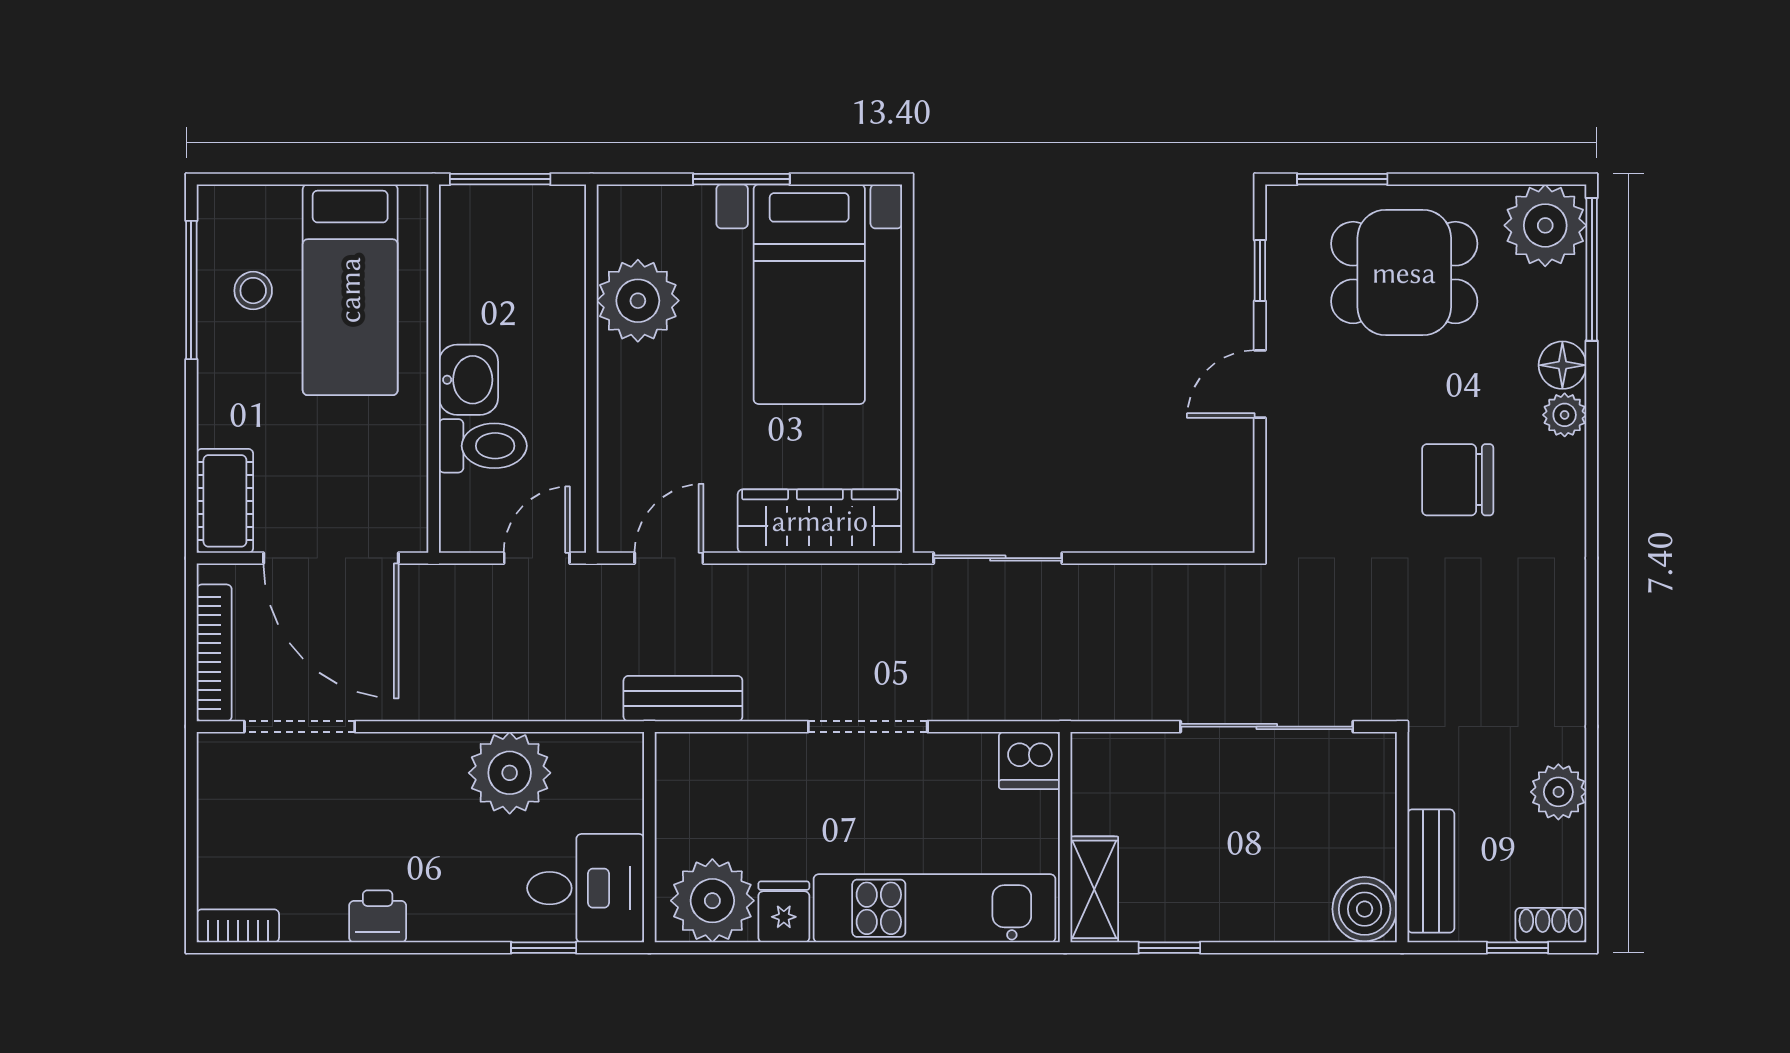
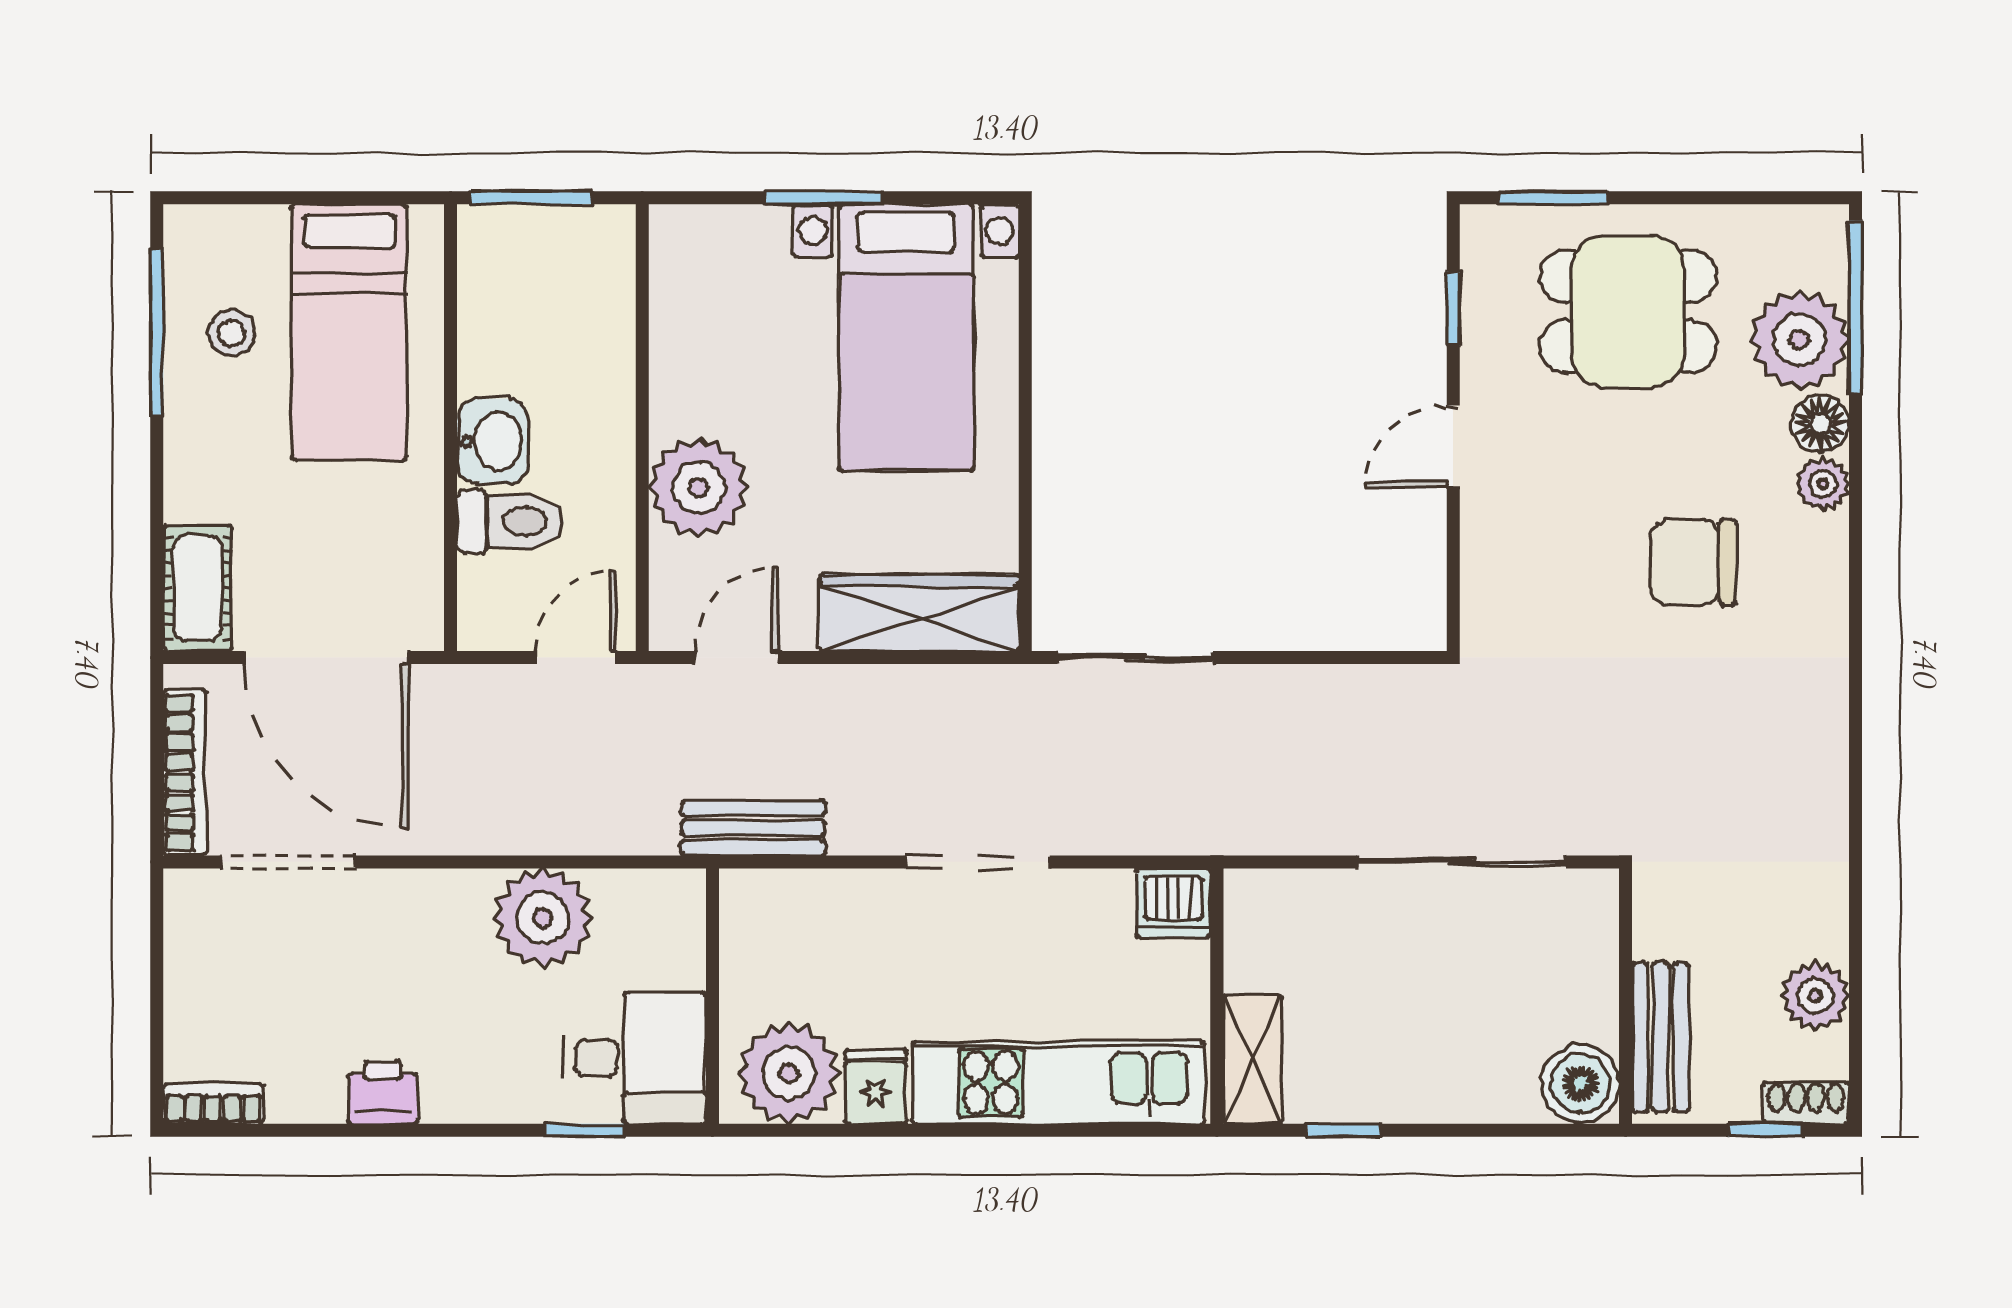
plant: (1545, 225) -> (1799, 340), moved
plant: (638, 301) -> (698, 487), moved
plant: (1558, 792) -> (1815, 996), moved

